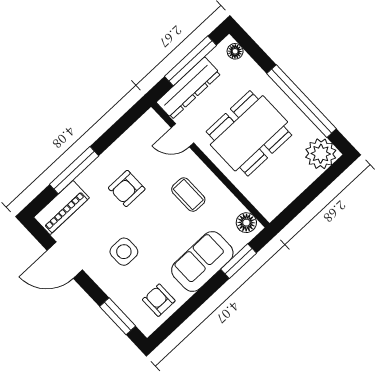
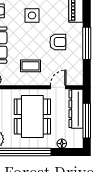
floor lamp: (235, 51) -> (62, 144), moved
window: (74, 170) -> (87, 43), moved
armchair: (127, 188) -> (58, 42), turned 90

